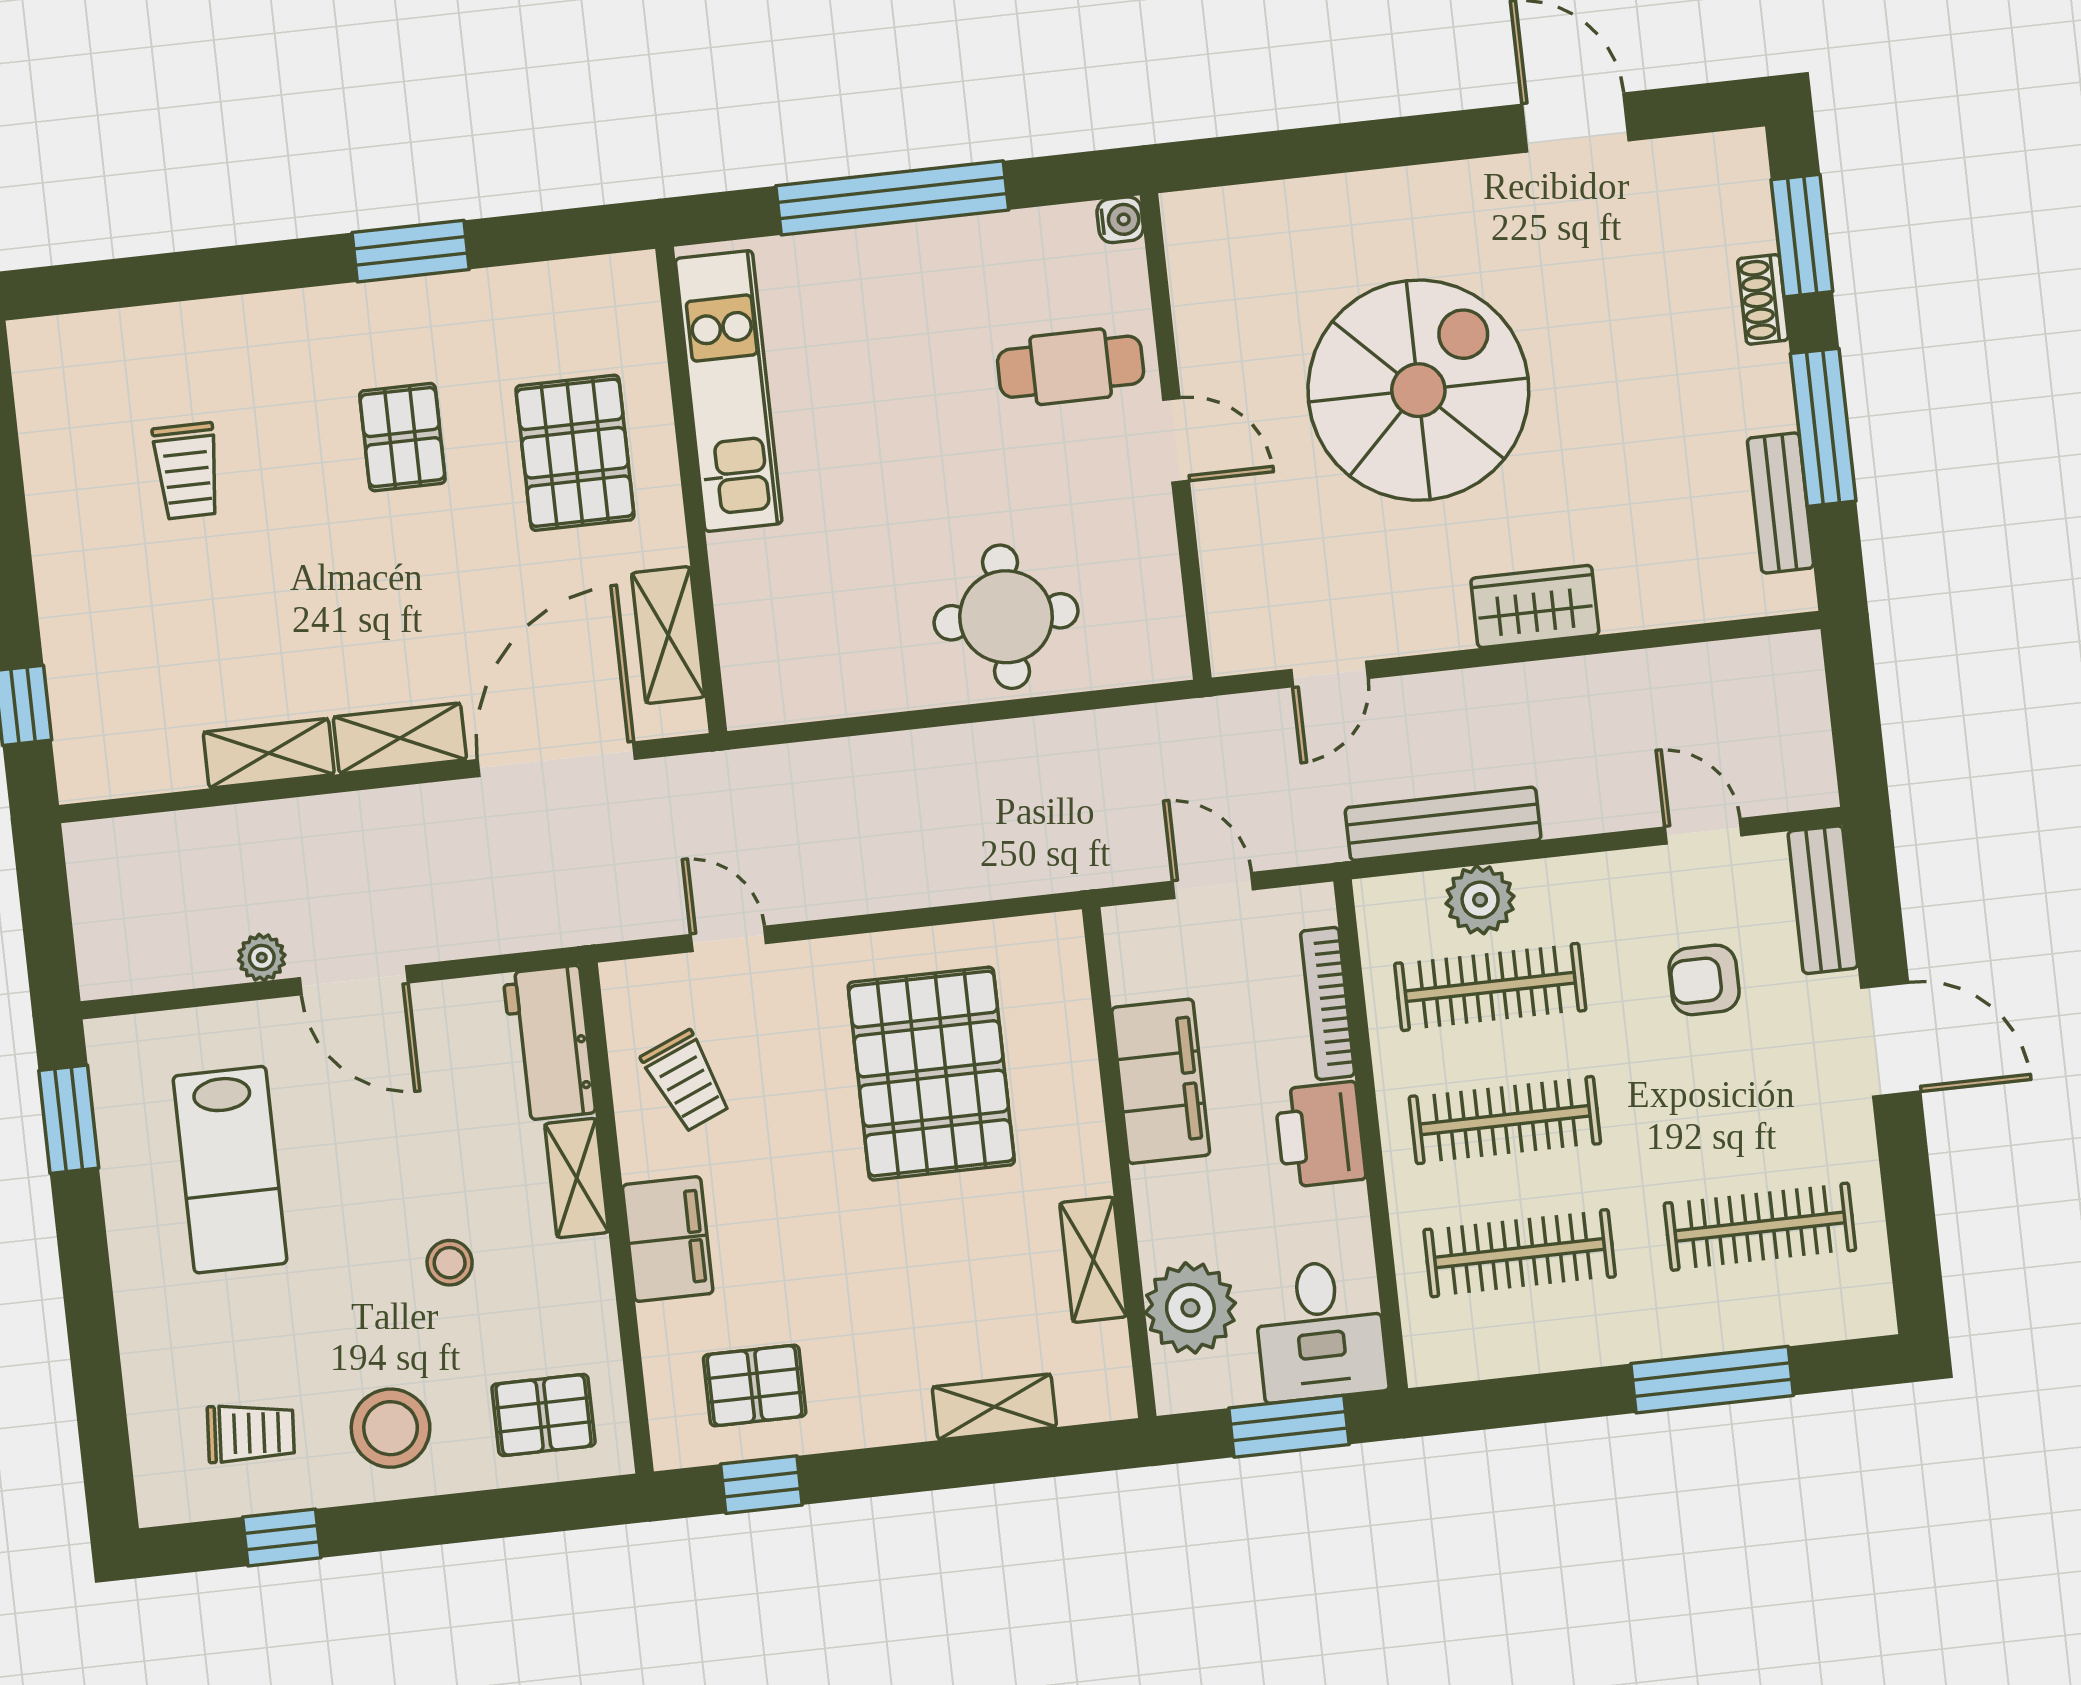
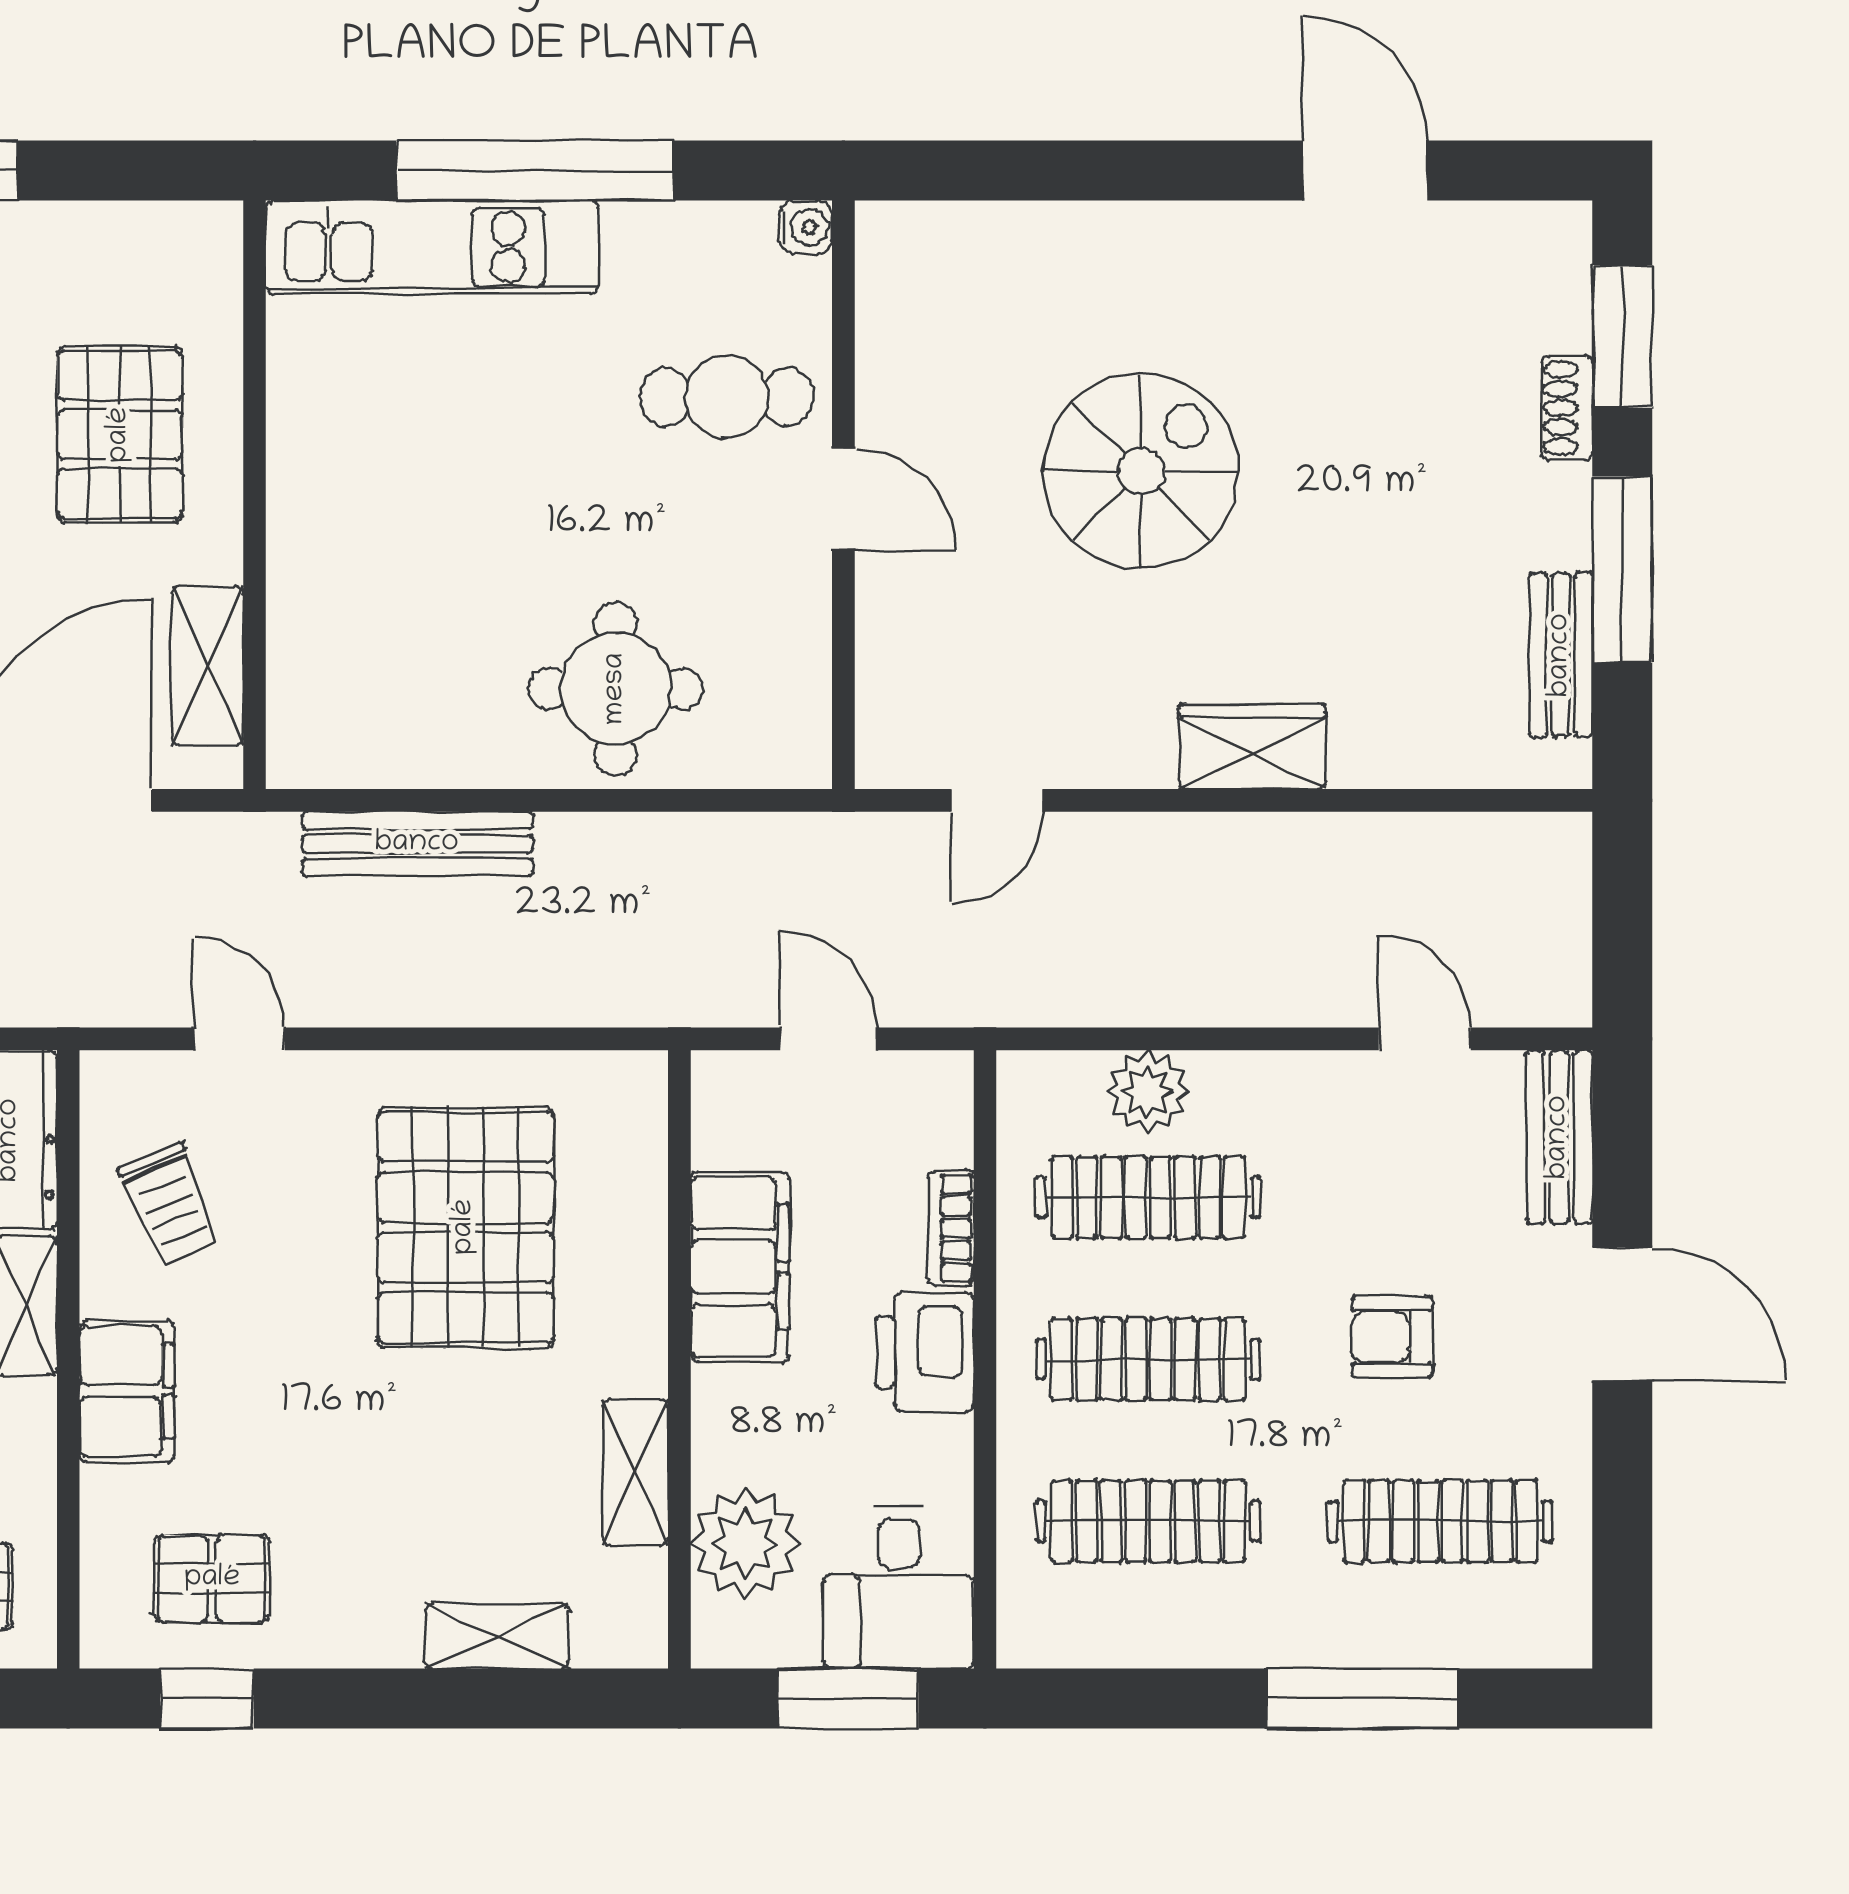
spiral stairs: (1418, 390) -> (1141, 471), width x0.73, depth x0.73
kitchen unit: (729, 391) -> (432, 247), moved, turned 90
bench: (1443, 824) -> (417, 844), moved
armchair: (1704, 980) -> (1392, 1337), moved
bookcase: (1328, 1003) -> (951, 1228), width x0.64

